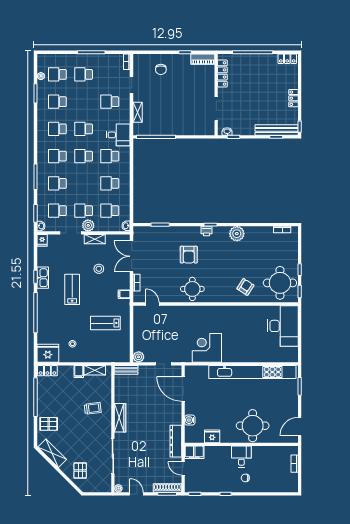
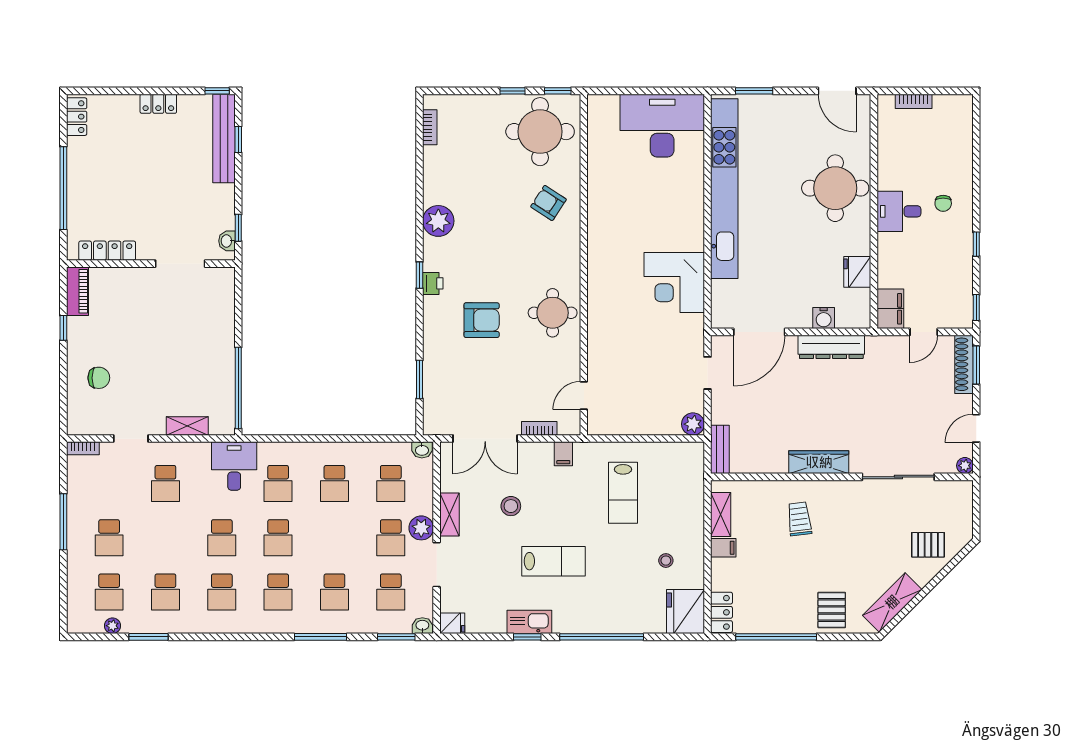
lab bench: (72, 289) -> (553, 561), turned 180
desk: (283, 326) -> (662, 126), moved
dresser: (176, 441) -> (831, 347), moved

